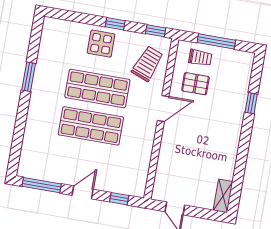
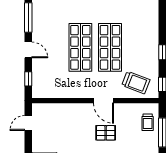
display table: (101, 44) -> (145, 44), removed
pallet: (195, 84) -> (106, 133), moved, turned 90

